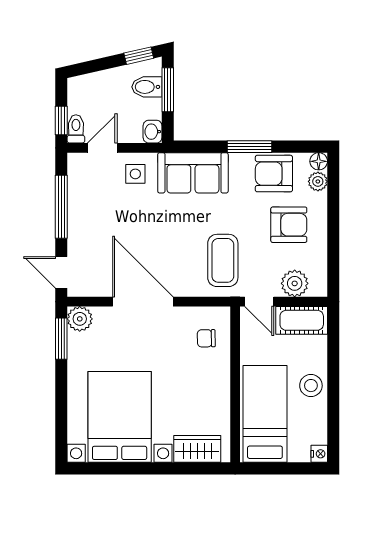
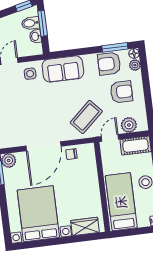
washbasin: (153, 132) -> (35, 36), moved
window: (250, 147) -> (115, 47), moved
coffee table: (223, 260) -> (86, 117), turned 48
door: (143, 302) -> (43, 146), swing flipped
door: (259, 302) -> (110, 138), swing flipped
chair: (206, 338) -> (71, 154), moved

